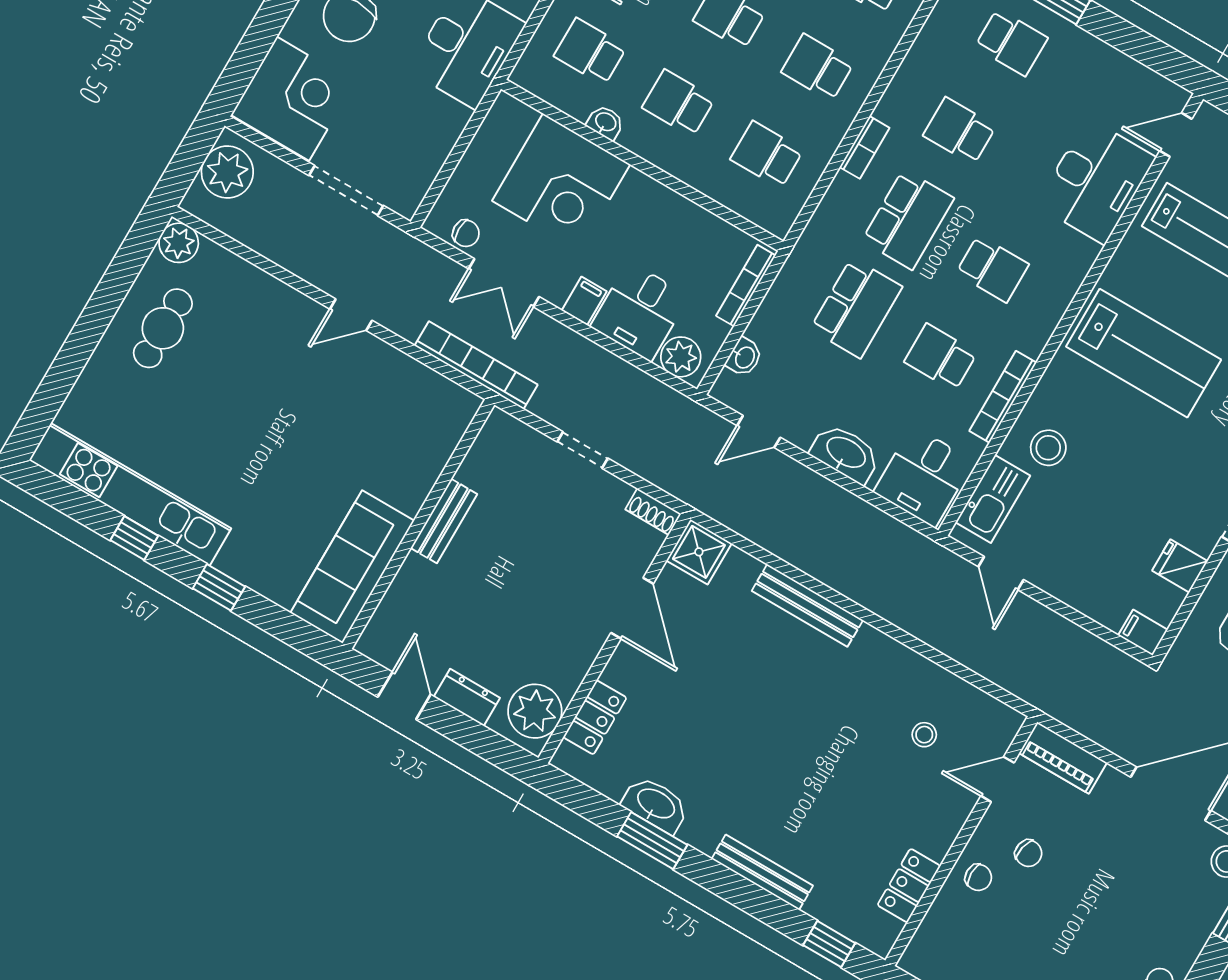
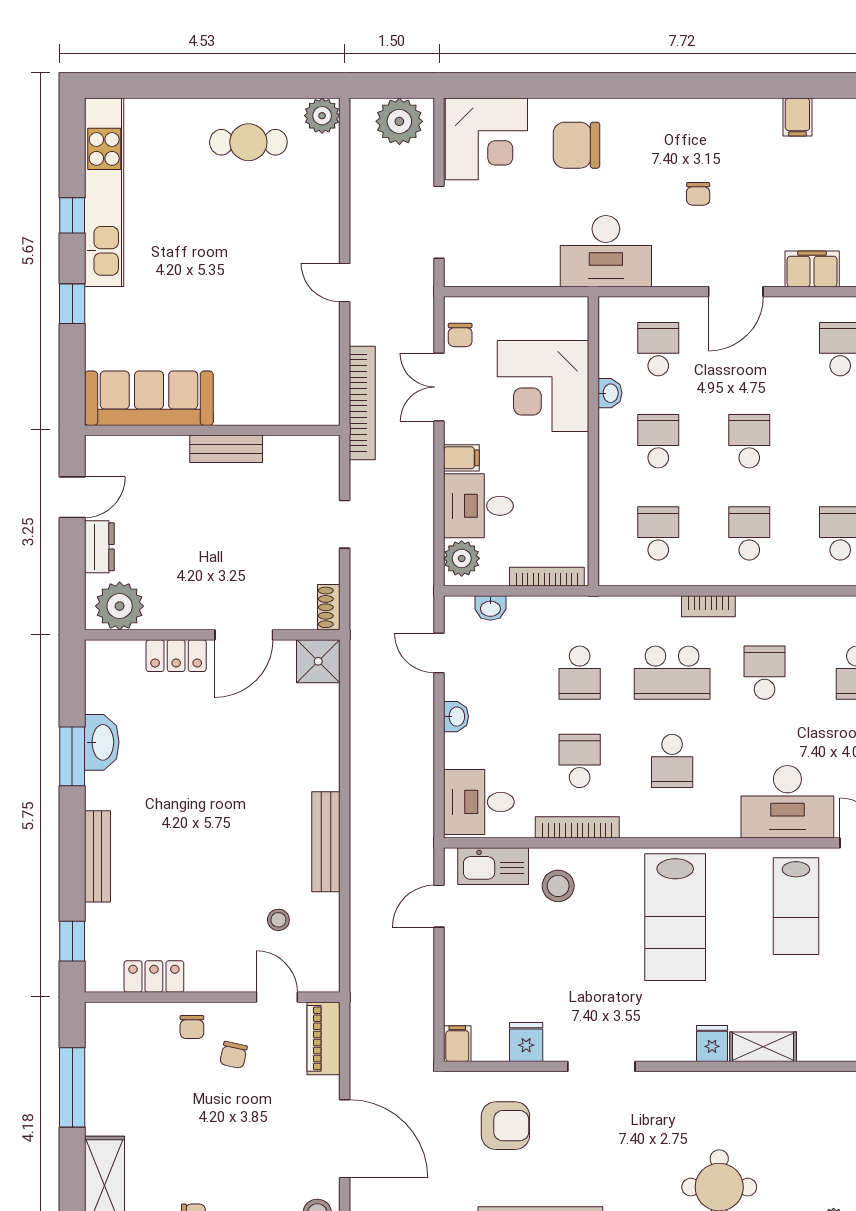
school desk: (856, 308) -> (580, 673), width x0.54
washbasin: (846, 453) -> (456, 717), width x0.52, depth x0.69
bench: (807, 605) -> (326, 842), moved
locker: (595, 717) -> (176, 656), moved

